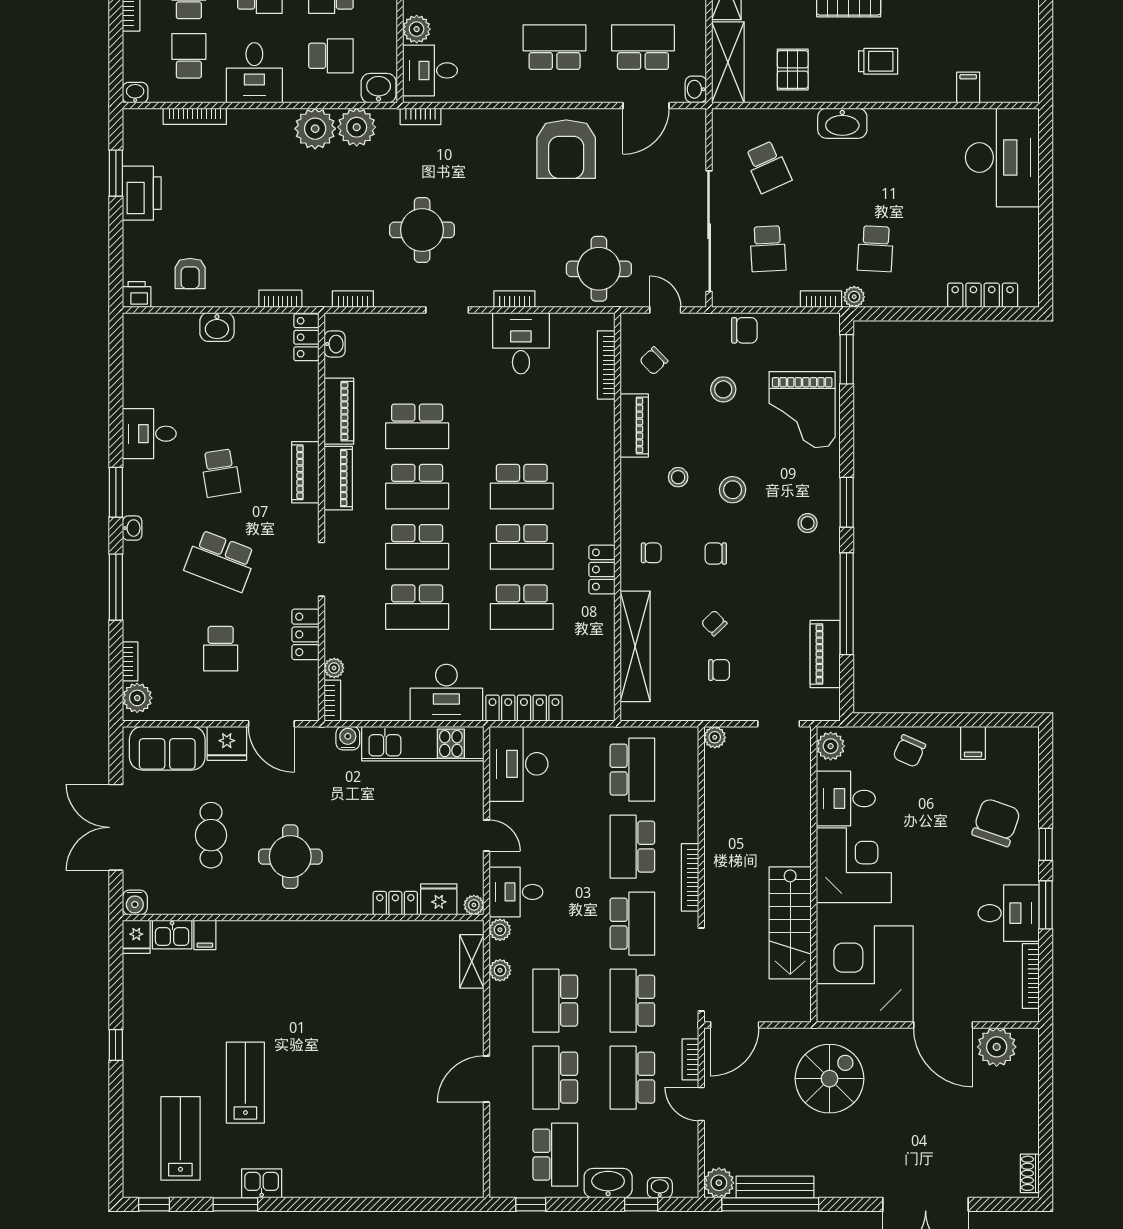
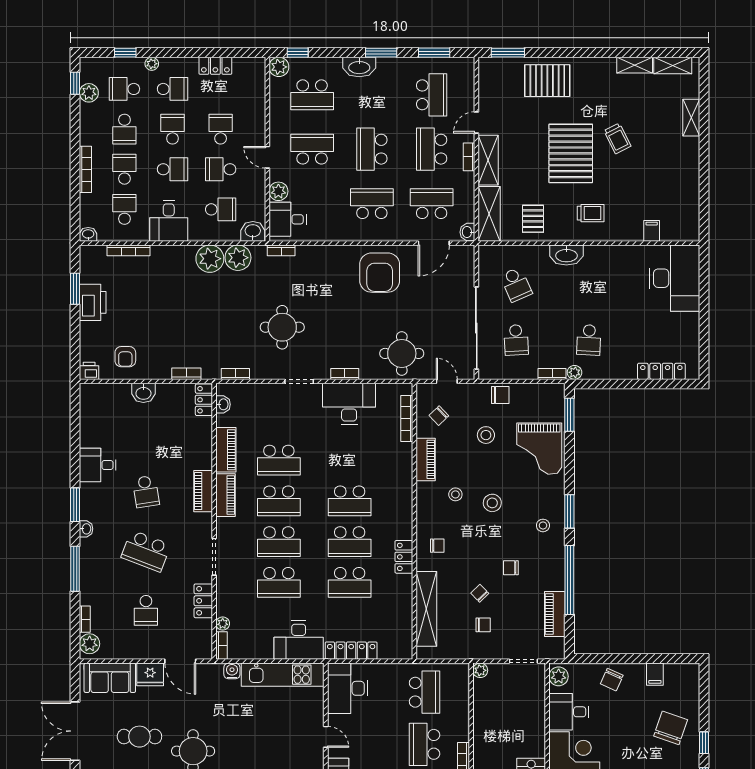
desk: (521, 343) -> (349, 404), width x1.37
chair: (716, 553) -> (511, 568), moved
cafe table: (211, 835) -> (139, 737), turned 90

